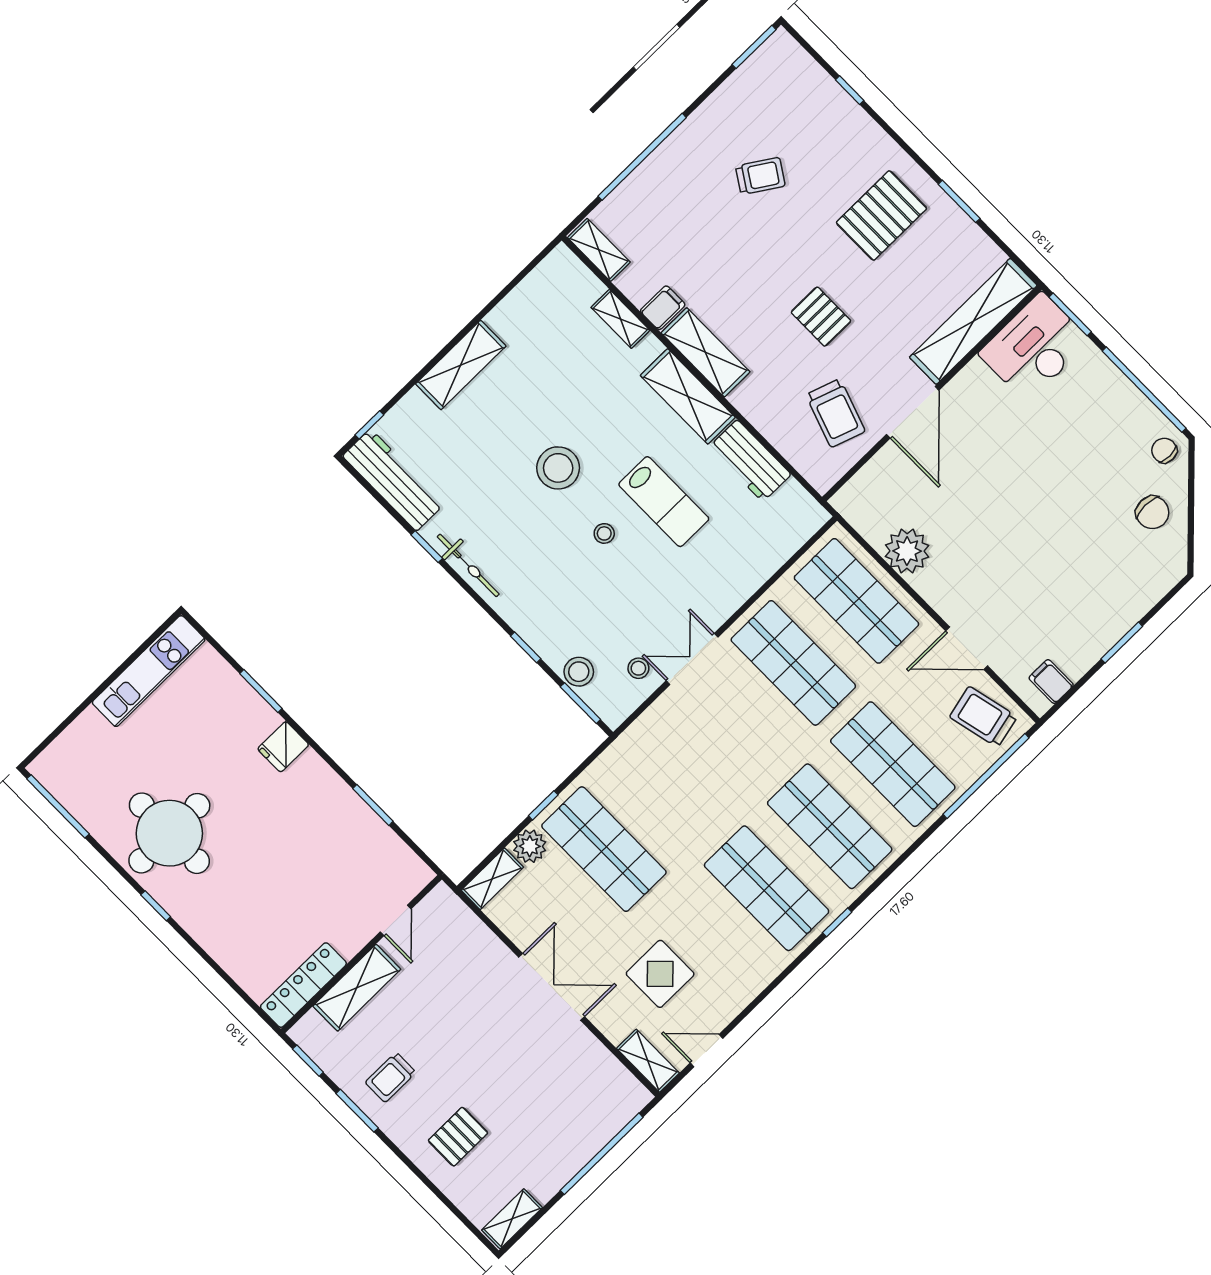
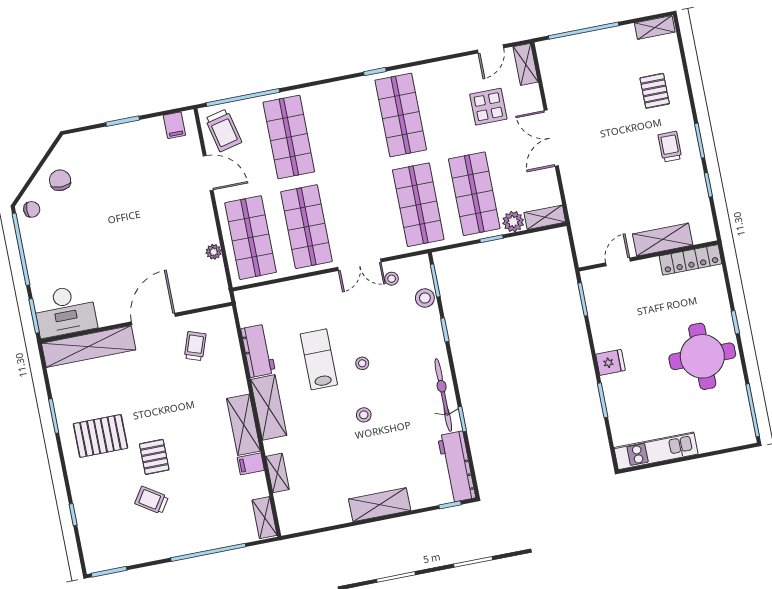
pallet: (821, 317) -> (154, 457), moved
trolley: (836, 413) -> (195, 346), width x0.73, depth x0.72
chair: (1164, 450) -> (32, 209), turned -90
stool: (558, 468) -> (364, 415), width x0.53, depth x0.53
plant: (907, 551) -> (214, 252), width x0.53, depth x0.53
bicycle: (468, 565) -> (443, 395), width x1.37, depth x1.40
shop shelf: (830, 826) -> (418, 205), moved
door: (396, 920) -> (618, 262), moved
wall: (361, 954) -> (648, 256), moved
locker: (303, 985) -> (690, 260), moved
shelving: (357, 988) -> (663, 240), moved
door: (707, 1051) -> (491, 49), hinge flipped
trolley: (391, 1077) -> (670, 147), turned -90
pallet: (458, 1137) -> (655, 91), turned 90

